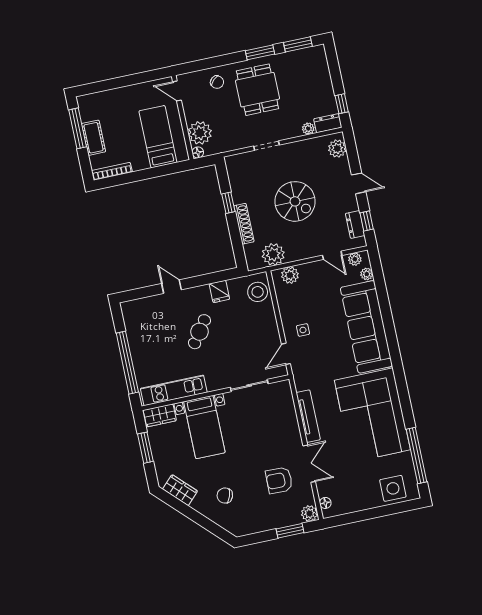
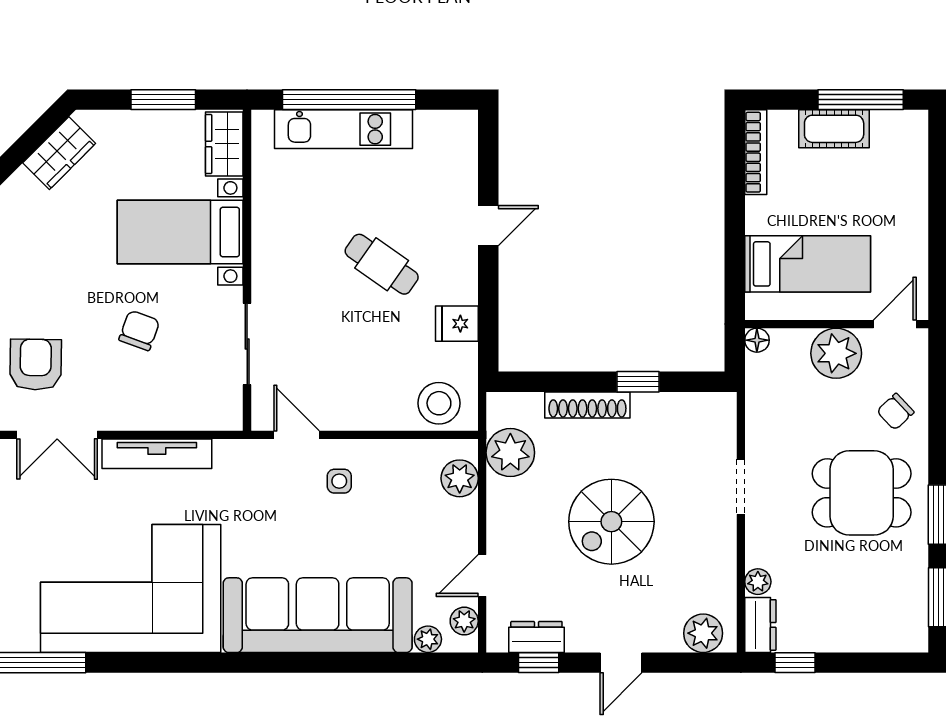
plant: (200, 133) -> (836, 353), moved
kitchen unit: (174, 390) -> (343, 129), moved, turned 90
chair: (225, 496) -> (139, 330), moved

